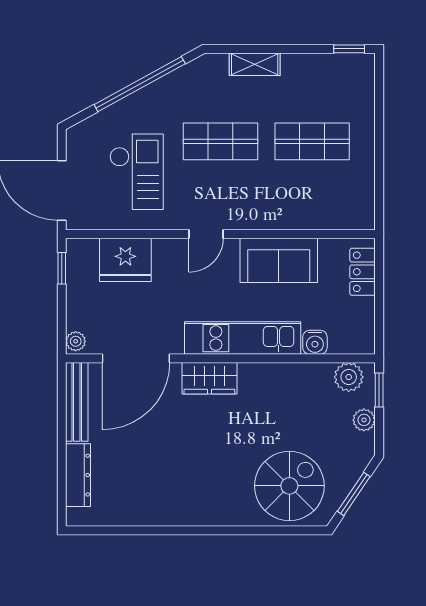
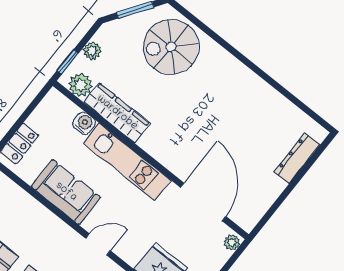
door: (136, 358) -> (203, 202), hinge flipped
wardrobe: (209, 378) -> (117, 113), moved, width x1.50
bench: (77, 402) -> (261, 204), removed

